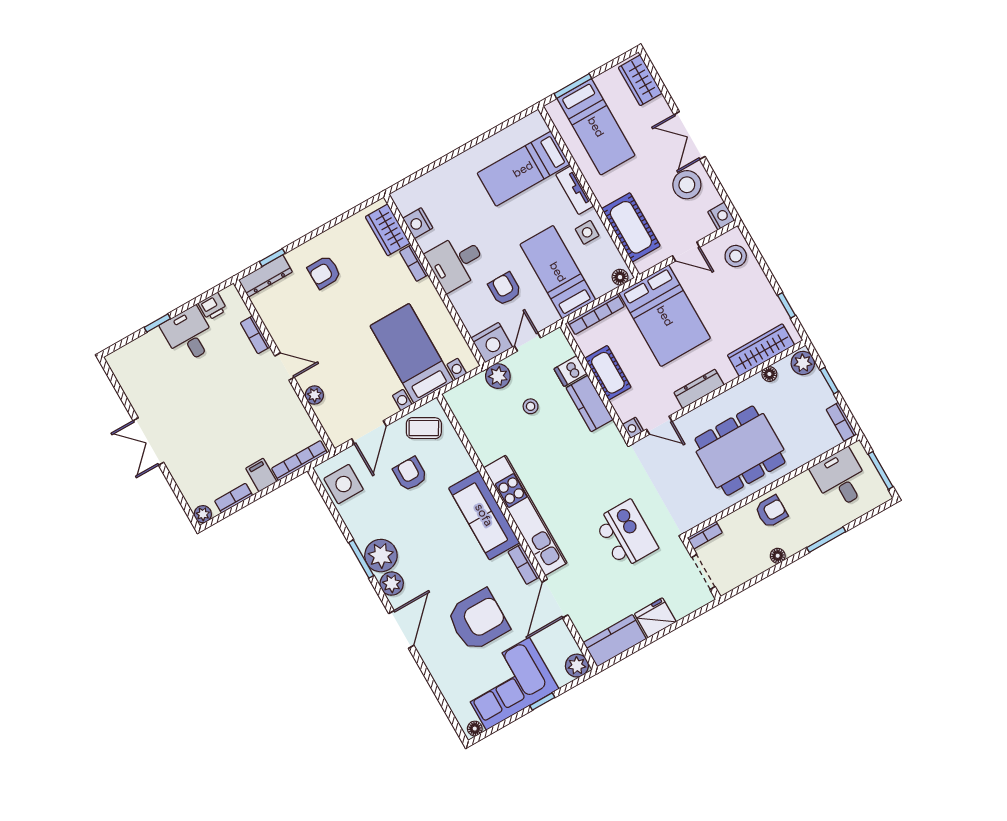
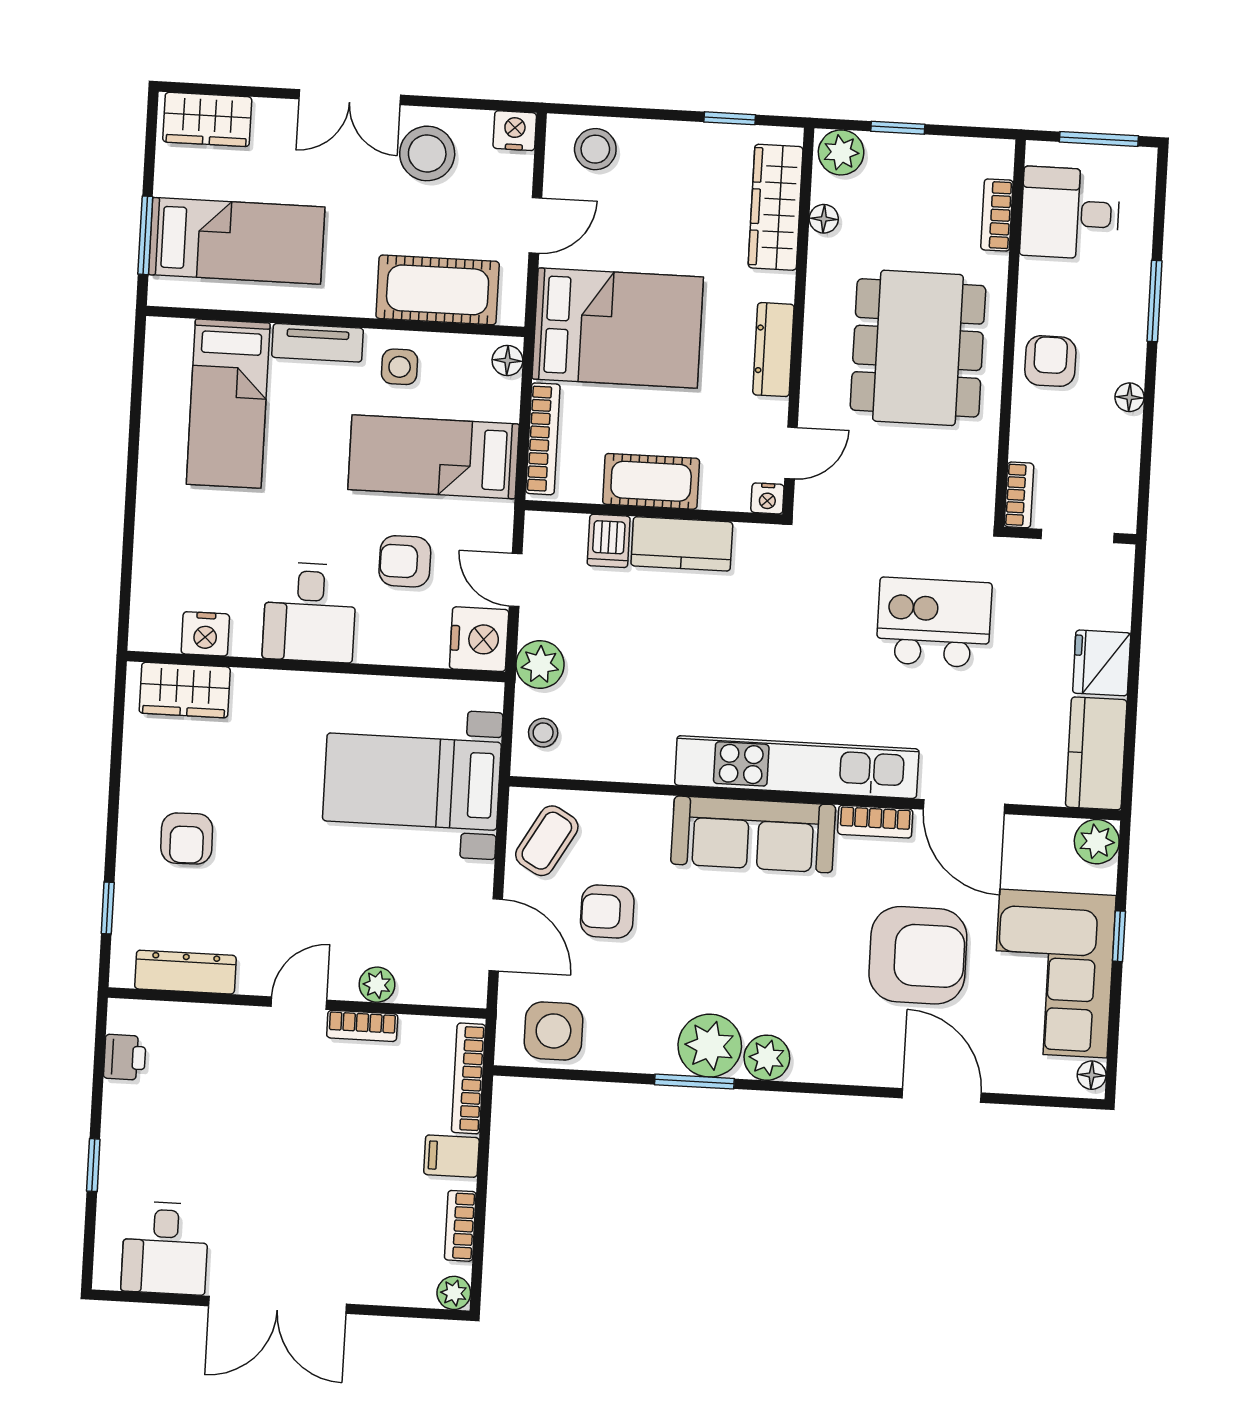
bookcase: (414, 263) -> (267, 682), removed
dresser: (265, 276) -> (185, 972), moved, turned -90
desk: (189, 335) -> (165, 1248), moved, turned -90
bookcase: (255, 335) -> (362, 1026), moved
stool: (531, 406) -> (543, 733), moved
bookcase: (841, 422) -> (997, 215), moved, turned 90
double door: (148, 441) -> (277, 1305), width x1.37
armchair: (478, 620) -> (918, 955), turned 90
door: (401, 629) -> (942, 1095), moved

